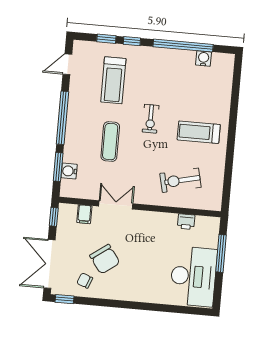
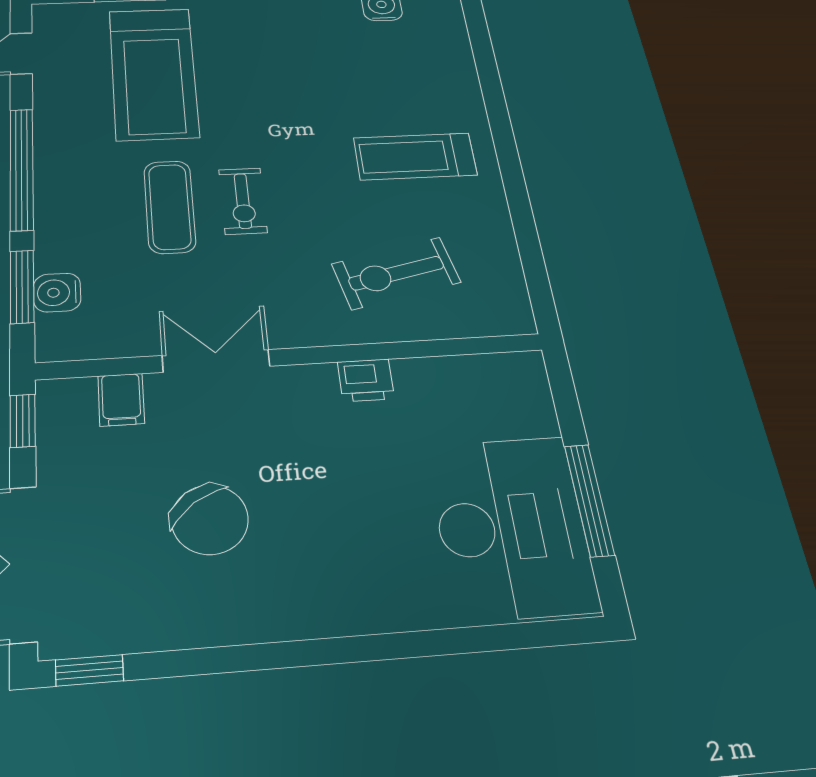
treadmill: (113, 80) -> (153, 73), width x1.37, depth x1.37
exercise bike: (151, 119) -> (243, 201), moved
printer: (186, 222) -> (366, 380), moved
window: (221, 253) -> (589, 500), moved
chair: (85, 281) -> (152, 597), removed

